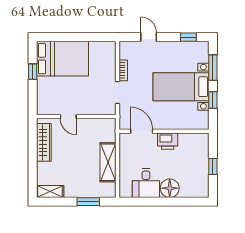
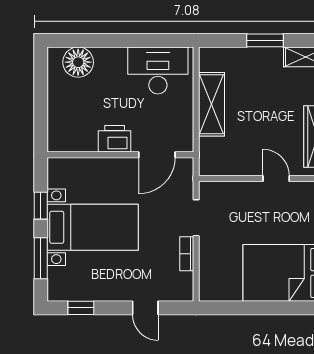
door: (142, 131) -> (157, 155), hinge flipped
window: (213, 167) -> (41, 97), removed
desk: (146, 183) -> (158, 71), width x1.37
floor lamp: (170, 188) -> (78, 62), moved
window: (88, 202) -> (265, 40), moved

